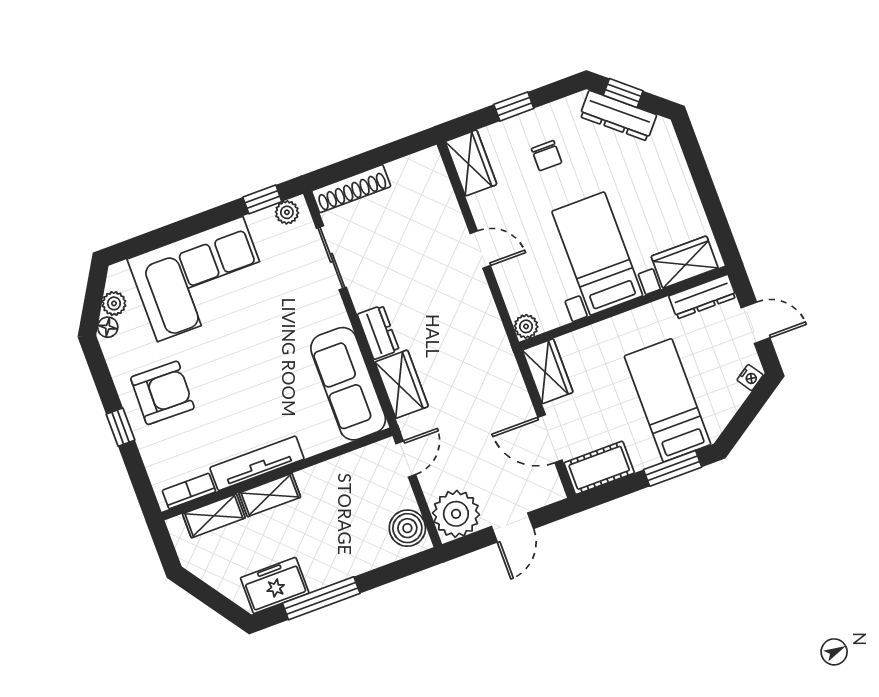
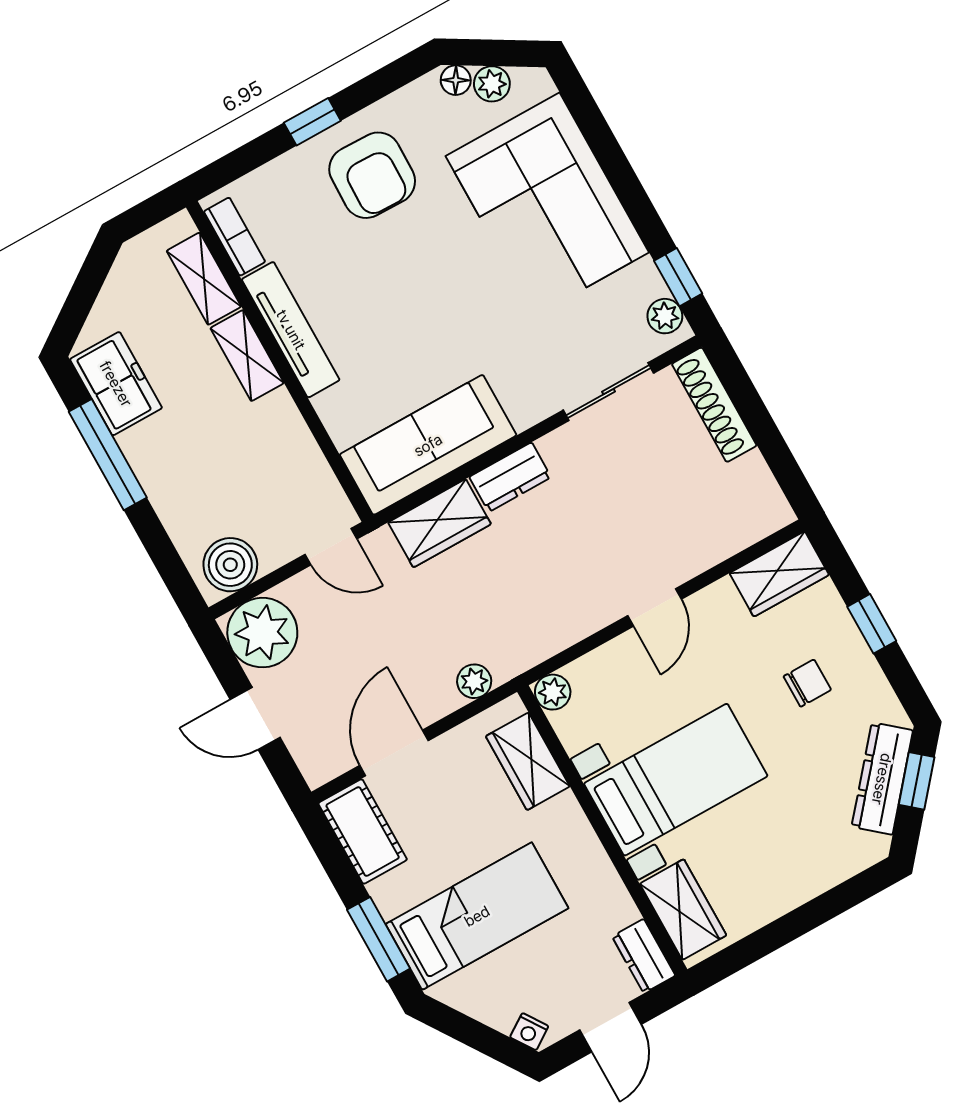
chair: (547, 156) -> (807, 683), turned 180
dresser: (702, 297) -> (644, 956), width x0.70
wardrobe: (548, 371) -> (528, 761), moved, turned 90
plant: (511, 378) -> (474, 681), added

